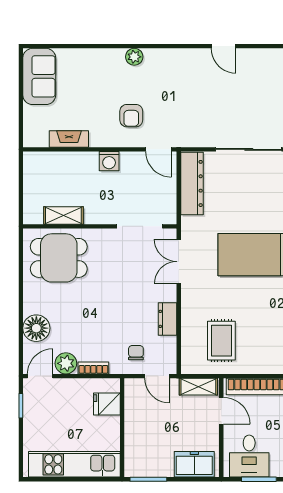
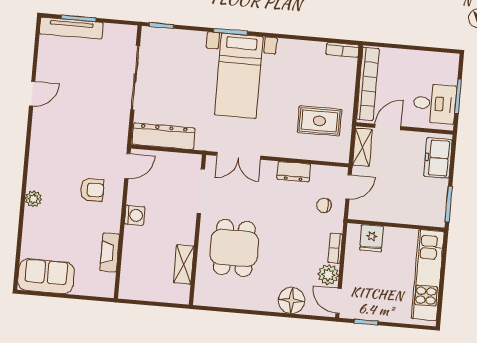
plant: (134, 57) -> (33, 199), moved
dining table: (59, 258) -> (234, 248), moved

